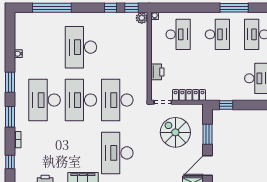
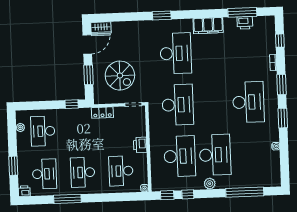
plant: (142, 18) -> (210, 184), moved
printer: (157, 72) -> (140, 145), moved
locker: (189, 95) -> (102, 113), width x0.66
desk: (81, 100) -> (180, 156), moved

